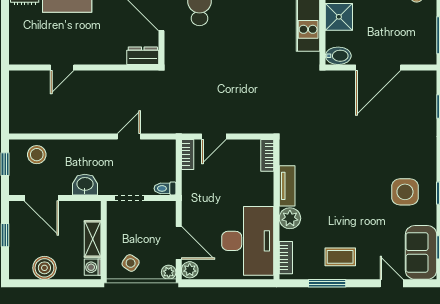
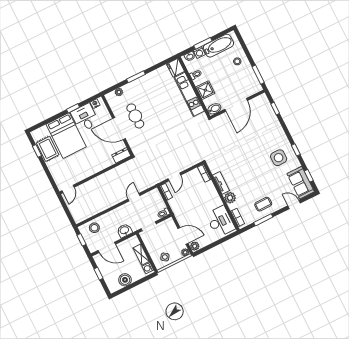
door: (62, 67) -> (68, 189), moved
desk: (248, 241) -> (220, 221), width x0.73, depth x0.77

